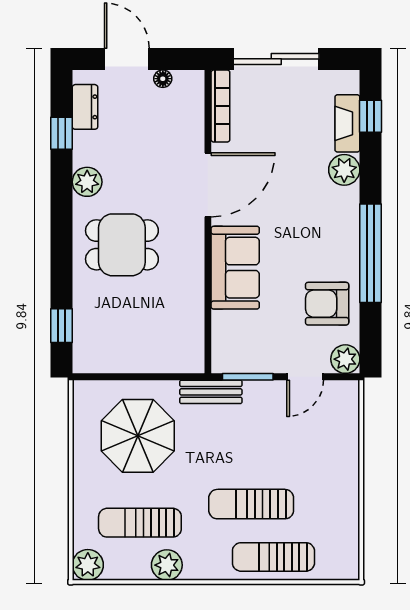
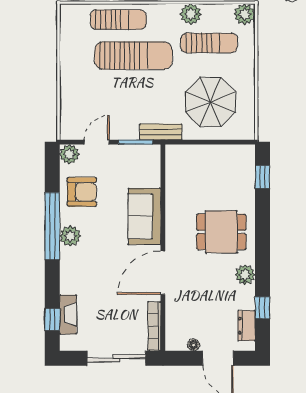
plant: (344, 170) -> (70, 236), moved
sun lounger: (251, 504) -> (133, 56), width x1.36, depth x1.34

